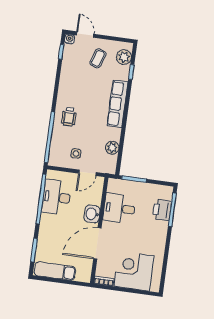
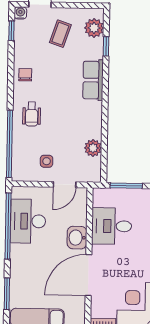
chair: (68, 86) -> (25, 75), added
row of seats: (117, 104) -> (93, 80), width x0.68

